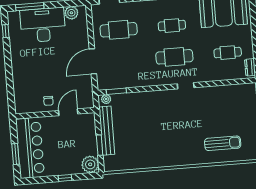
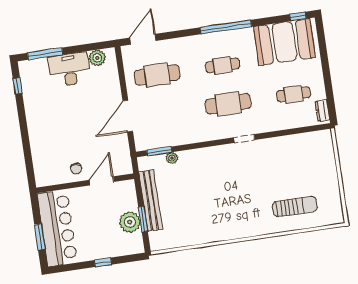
desk: (43, 25) -> (69, 70), width x0.73, depth x0.77
plant: (106, 99) -> (172, 158), moved
plant: (90, 164) -> (130, 222), moved

